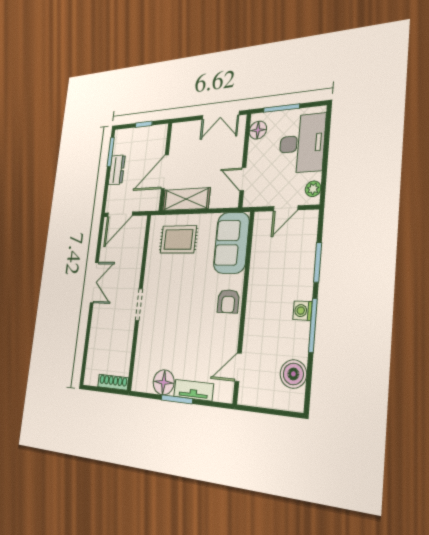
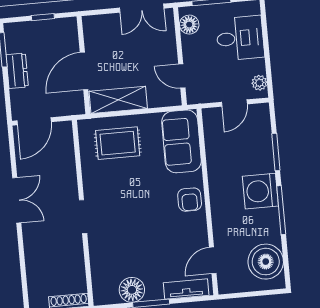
desk: (302, 143) -> (240, 38), width x0.73
washing machine: (302, 311) -> (260, 191), width x1.89, depth x1.89
boiler: (293, 374) -> (266, 262), width x1.37, depth x1.37
tv unit: (194, 390) -> (186, 289), moved

